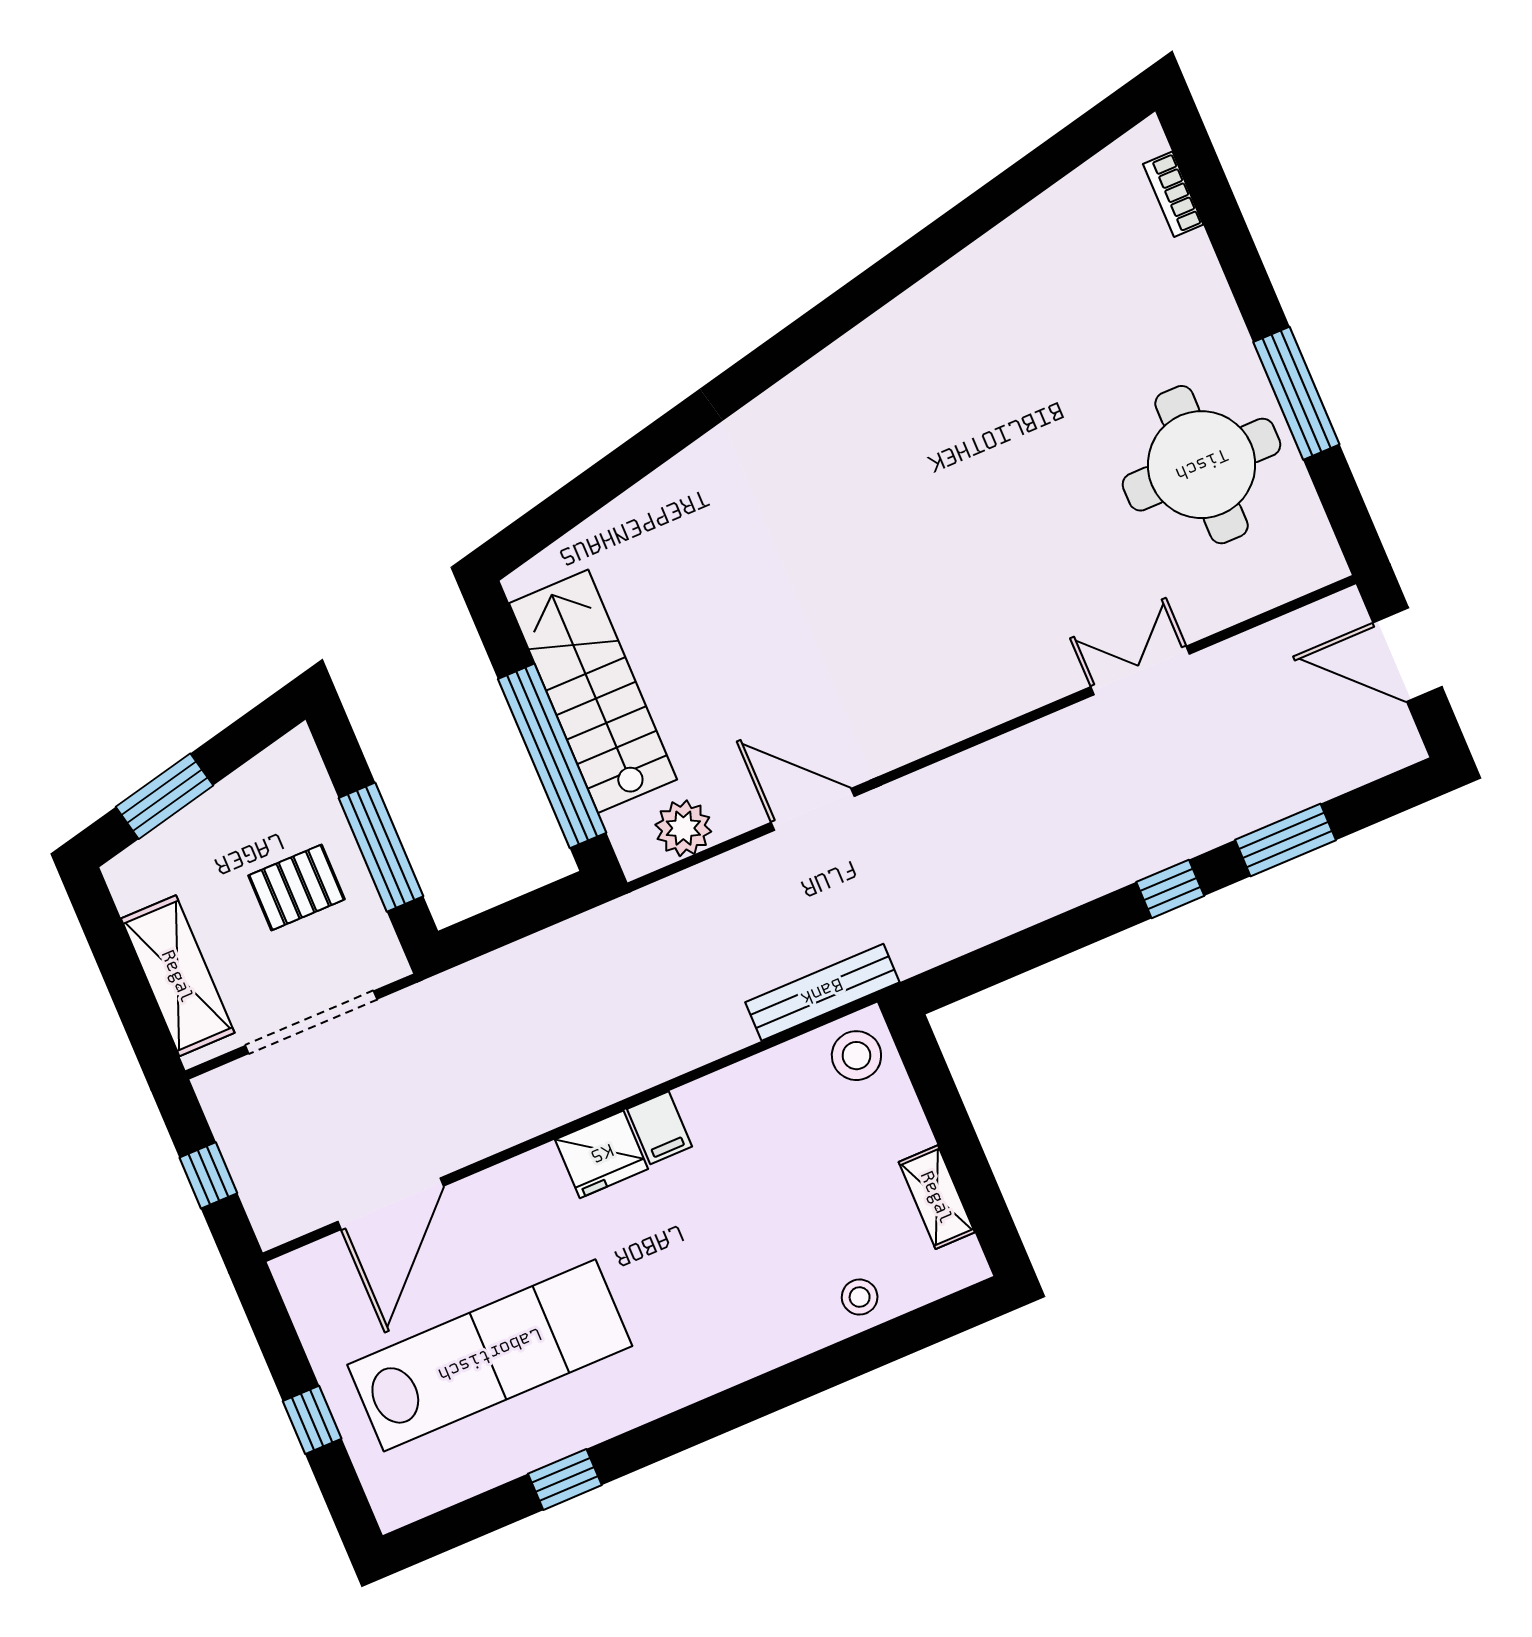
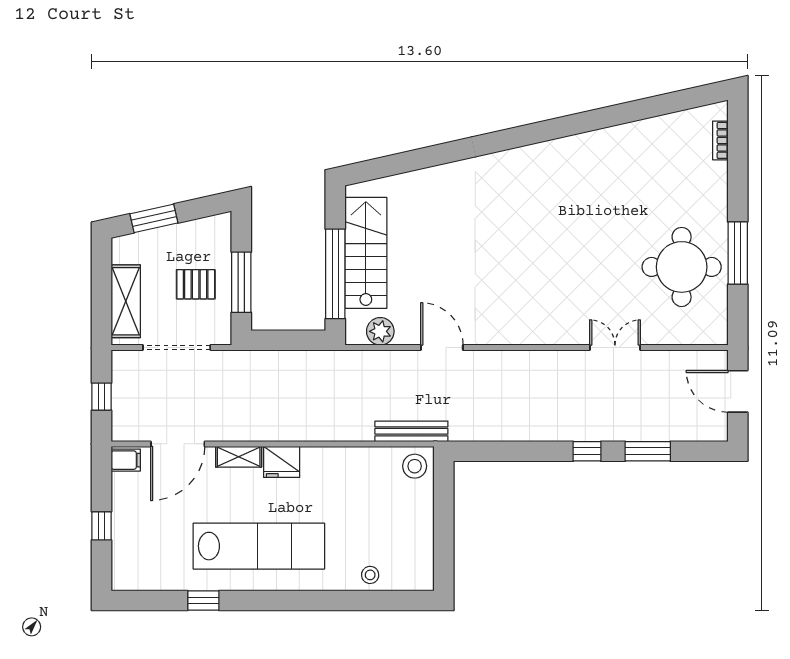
filing cabinet: (659, 1128) -> (126, 460), moved, turned -90
shelving: (937, 1197) -> (239, 457), moved, turned 90
lab bench: (490, 1355) -> (259, 546), moved

